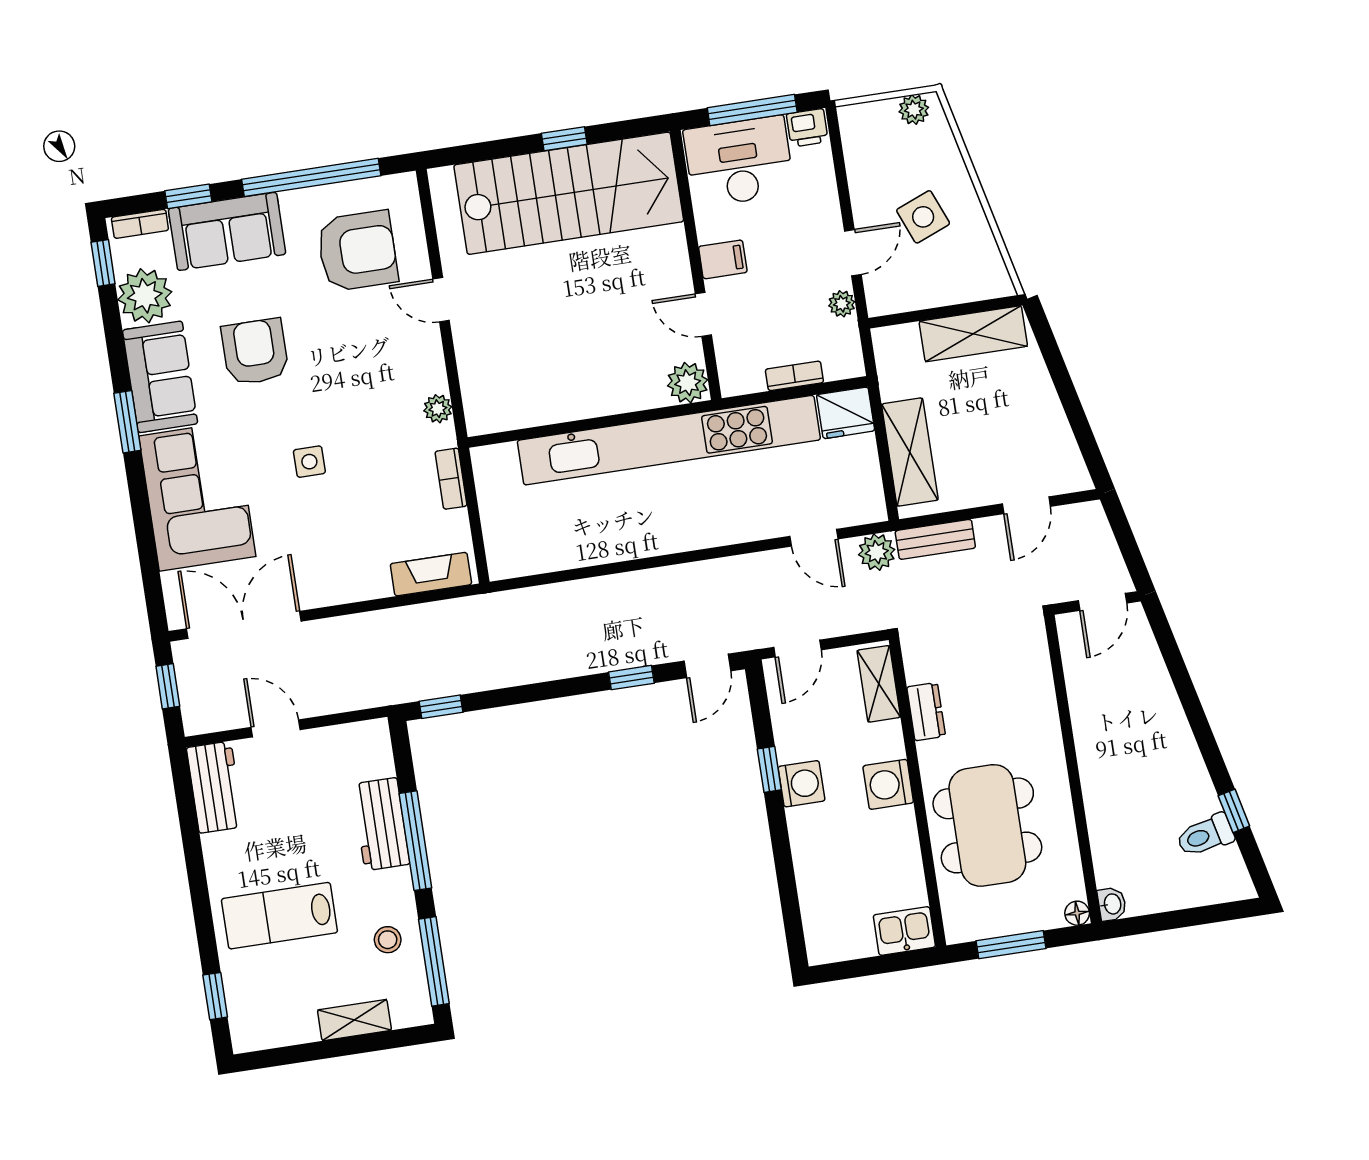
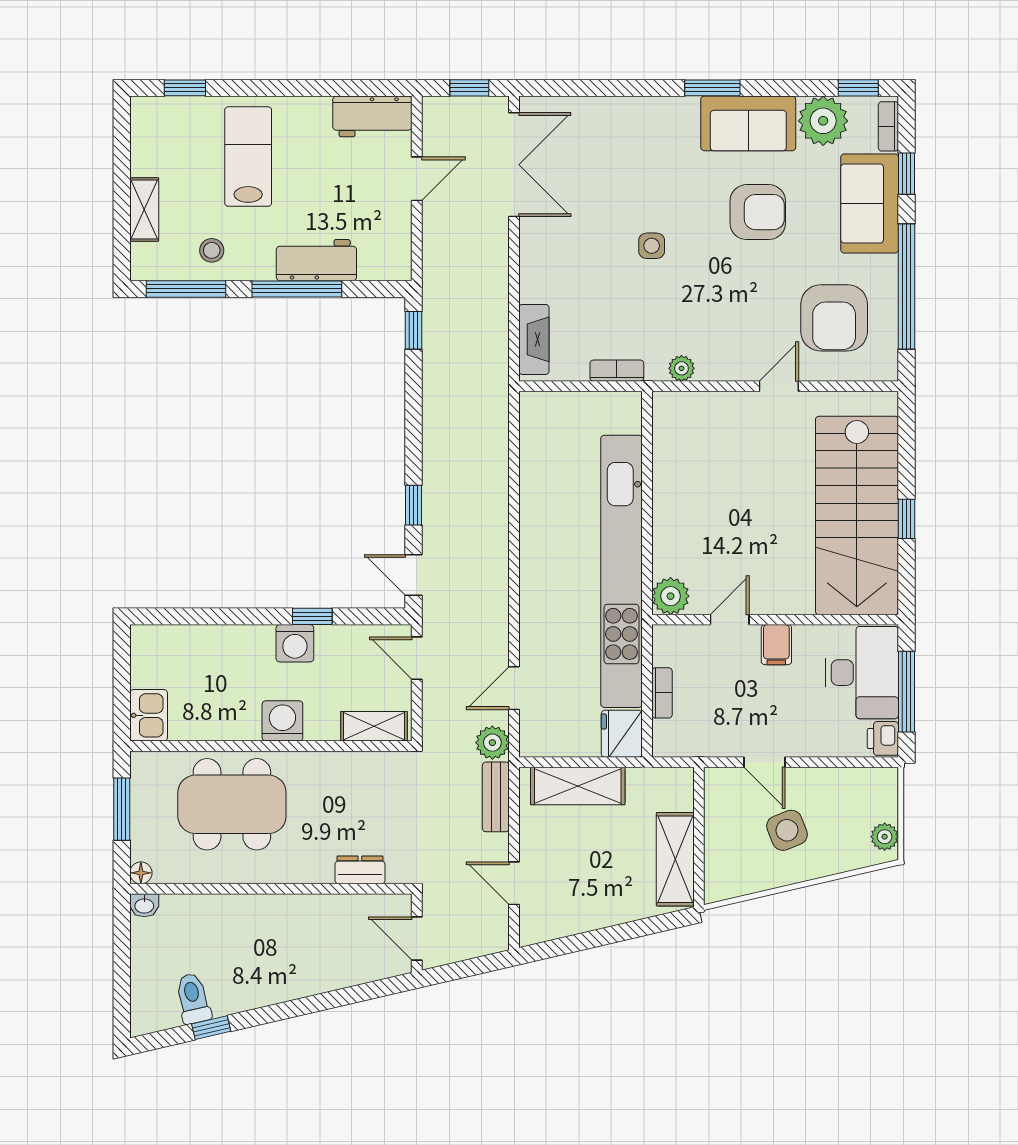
plant: (842, 304) -> (720, 745), removed
corner sofa: (197, 496) -> (636, 140), removed
dresser: (926, 712) -> (360, 870), moved, turned 180

